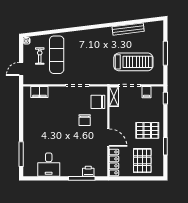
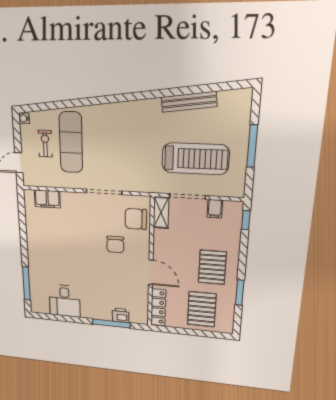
pallet: (147, 130) -> (212, 267), turned 90

